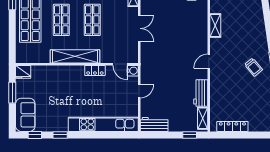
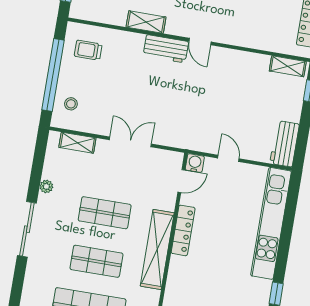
locker: (95, 70) -> (183, 230), width x1.53
workbench: (201, 93) -> (166, 49), moved

